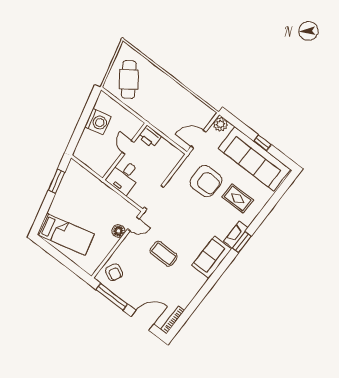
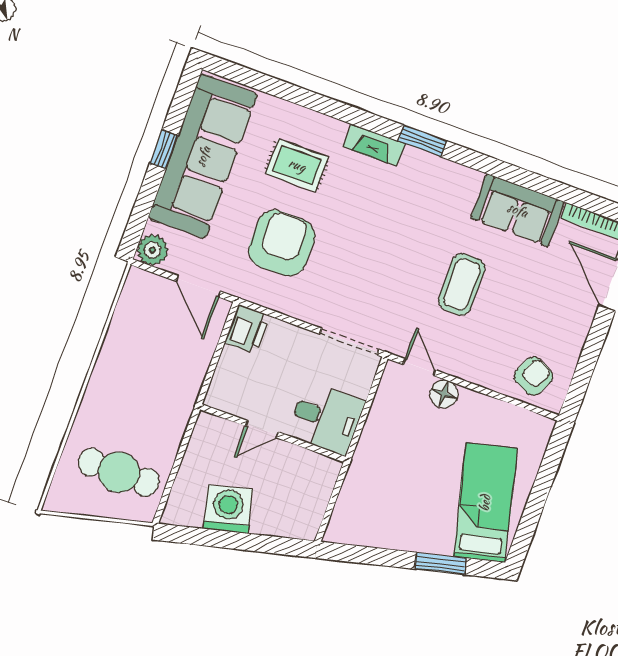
cafe table: (129, 79) -> (119, 472), turned 35
printer: (150, 137) -> (247, 329), moved
window: (57, 181) -> (440, 564), moved
rug: (238, 198) -> (297, 165), turned 90
window: (242, 242) -> (422, 141), moved
sofa: (212, 257) -> (518, 210), moved
window: (112, 297) -> (586, 365), removed

